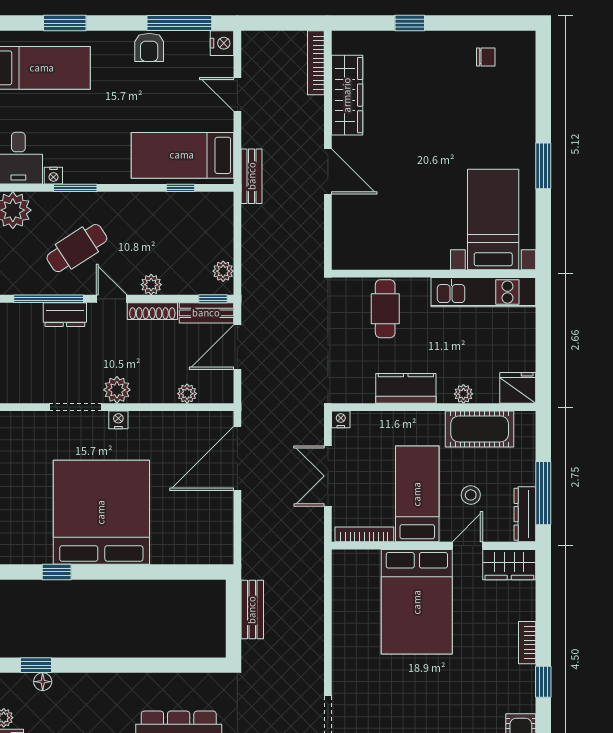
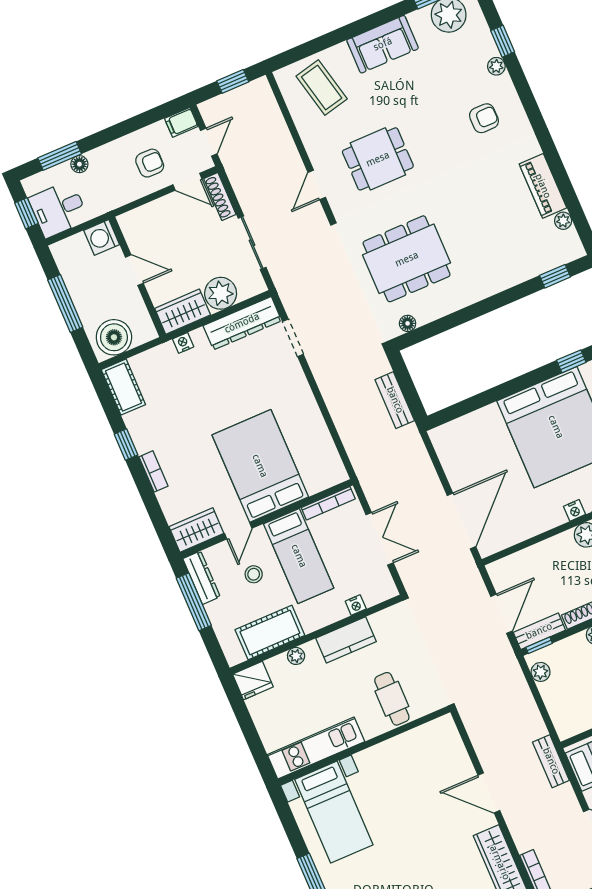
plant: (187, 394) -> (527, 557), removed
nightstand: (341, 419) -> (356, 605), moved
floor lamp: (43, 682) -> (408, 323), moved

